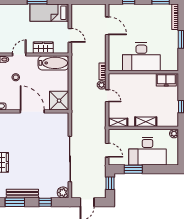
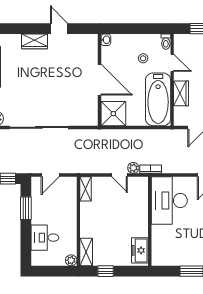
desk: (141, 57) -> (169, 201), moved
bathtub: (53, 63) -> (158, 99), width x1.36, depth x1.36
door: (107, 96) -> (119, 175), hinge flipped
door: (32, 111) -> (100, 80), hinge flipped
shelving: (146, 122) -> (86, 252), moved
desk: (147, 151) -> (45, 238), width x0.53, depth x0.77

